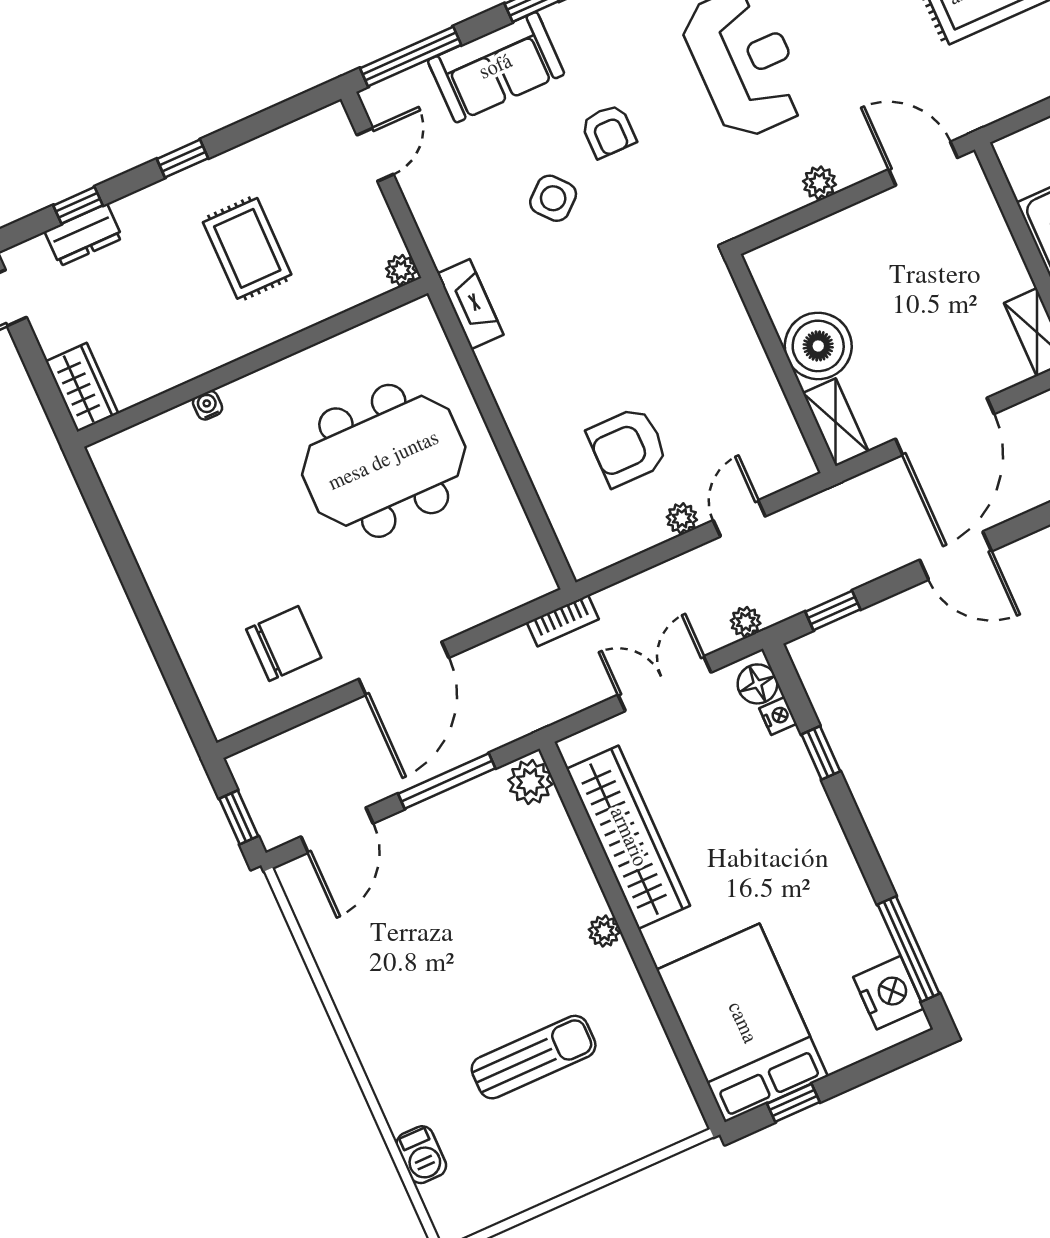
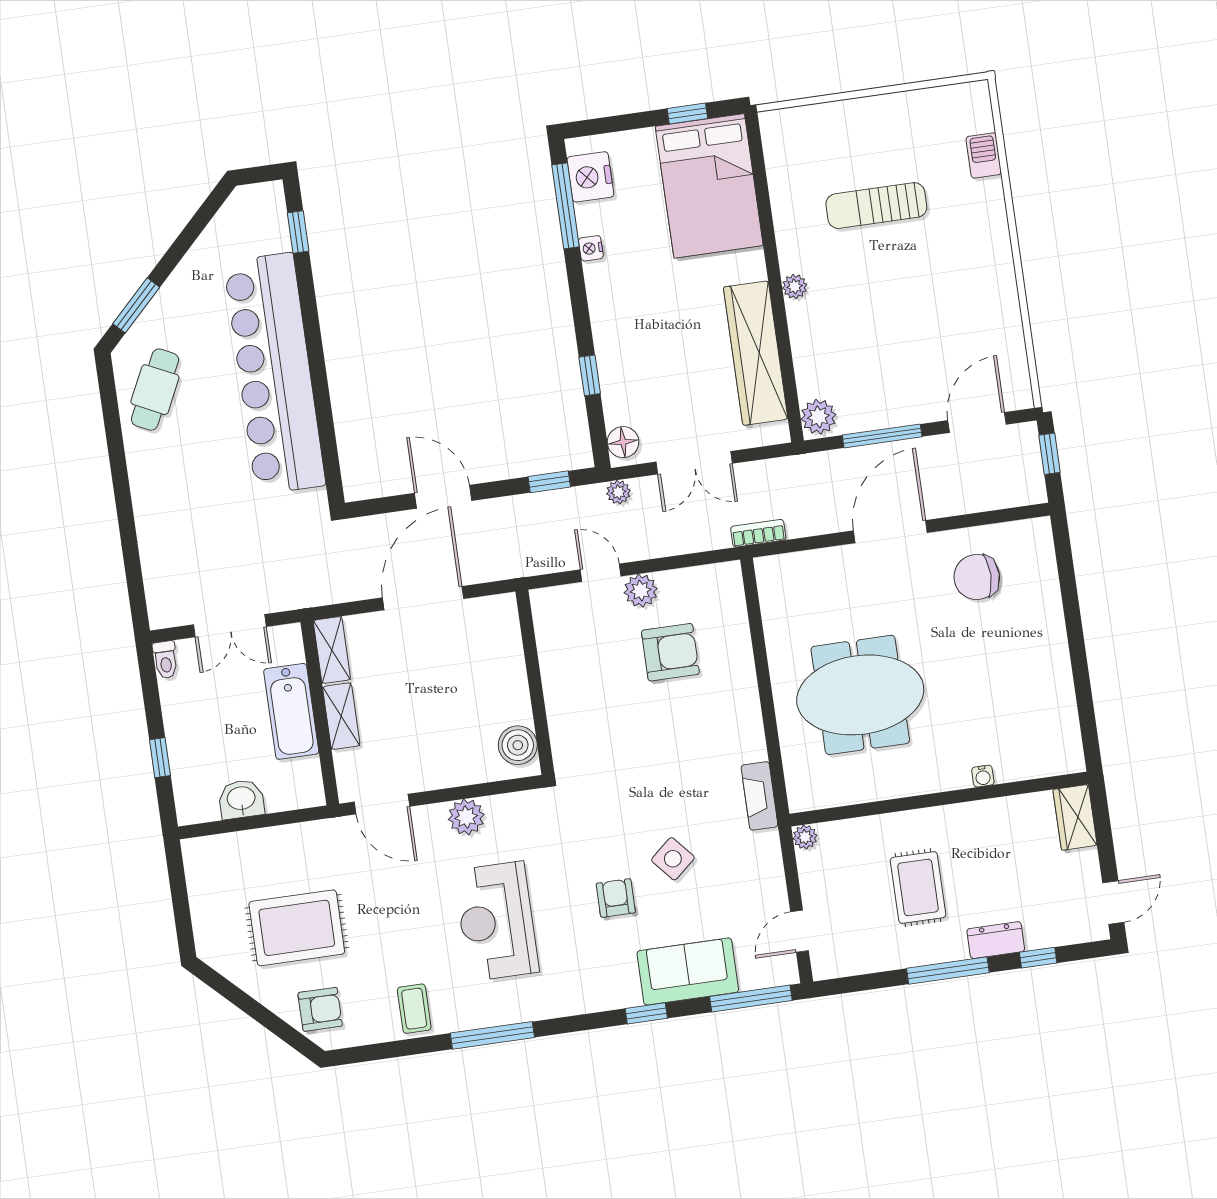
window: (183, 159) -> (948, 970), width x2.17
plant: (820, 183) -> (466, 817), width x1.38, depth x1.38
dresser: (84, 235) -> (996, 940), moved
boiler: (818, 346) -> (518, 745), moved, width x0.73, depth x0.73
shelving: (836, 422) -> (341, 716), moved
plant: (682, 518) -> (641, 591), width x1.38, depth x1.38
door: (739, 518) -> (601, 573), swing flipped
nightstand: (778, 716) -> (591, 248), moved

